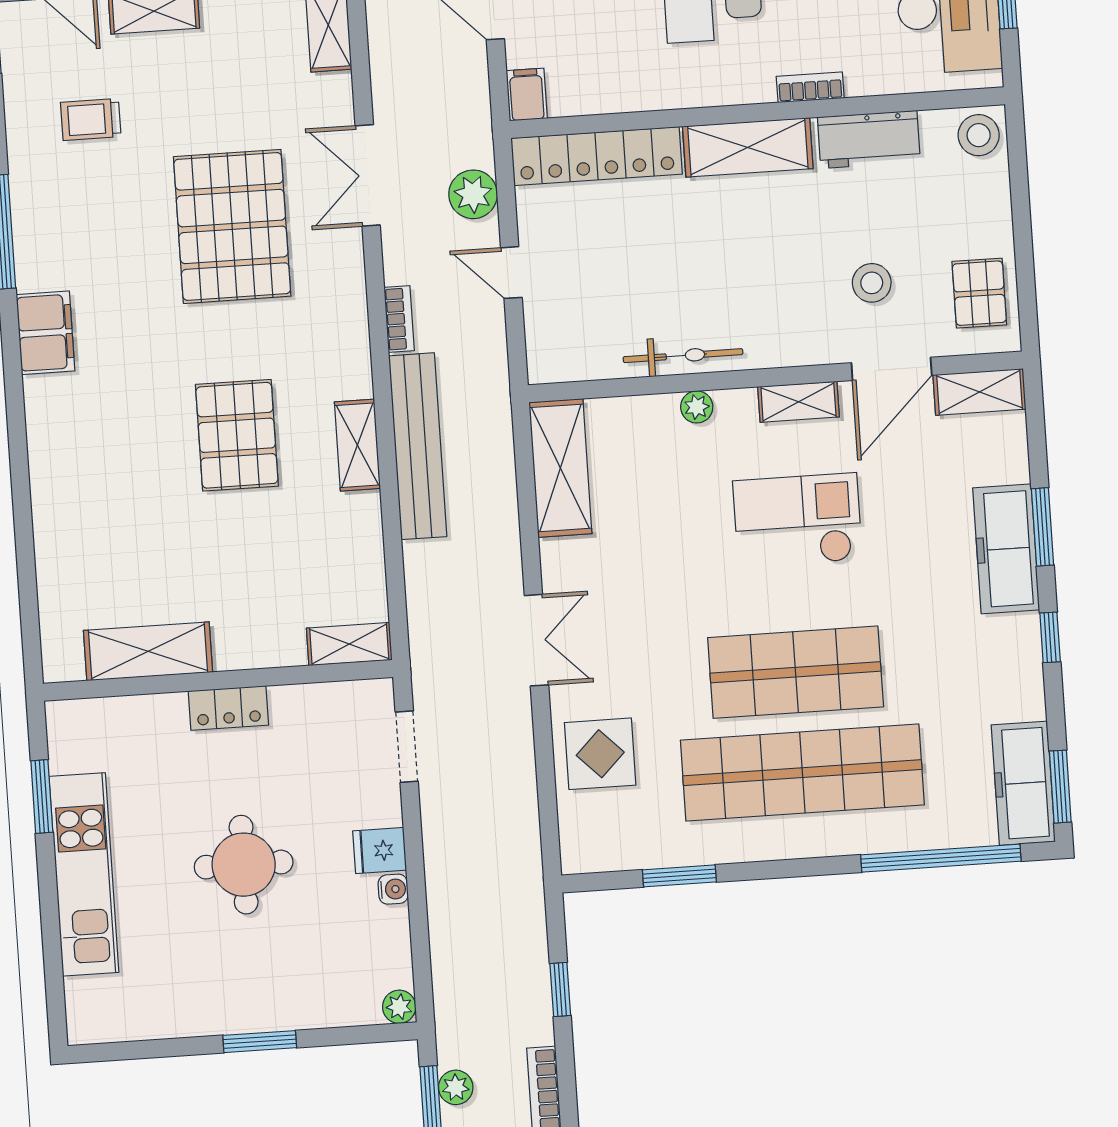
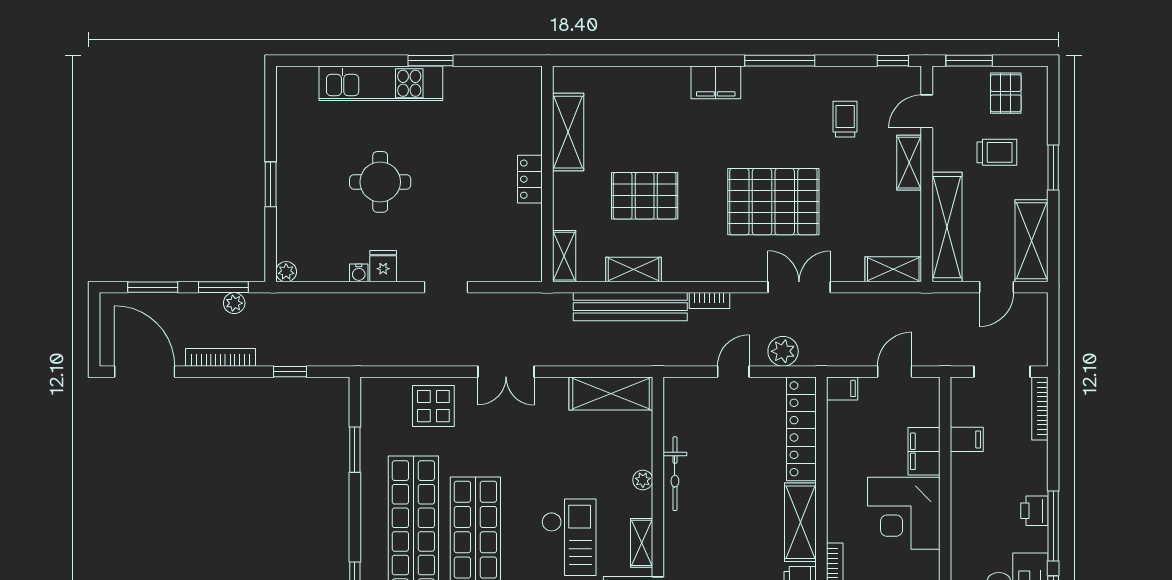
shelving: (349, 644) -> (564, 256), moved
shelving: (148, 651) -> (568, 132), moved
wall: (218, 680) -> (547, 174), moved
locker: (228, 708) -> (530, 179), moved

